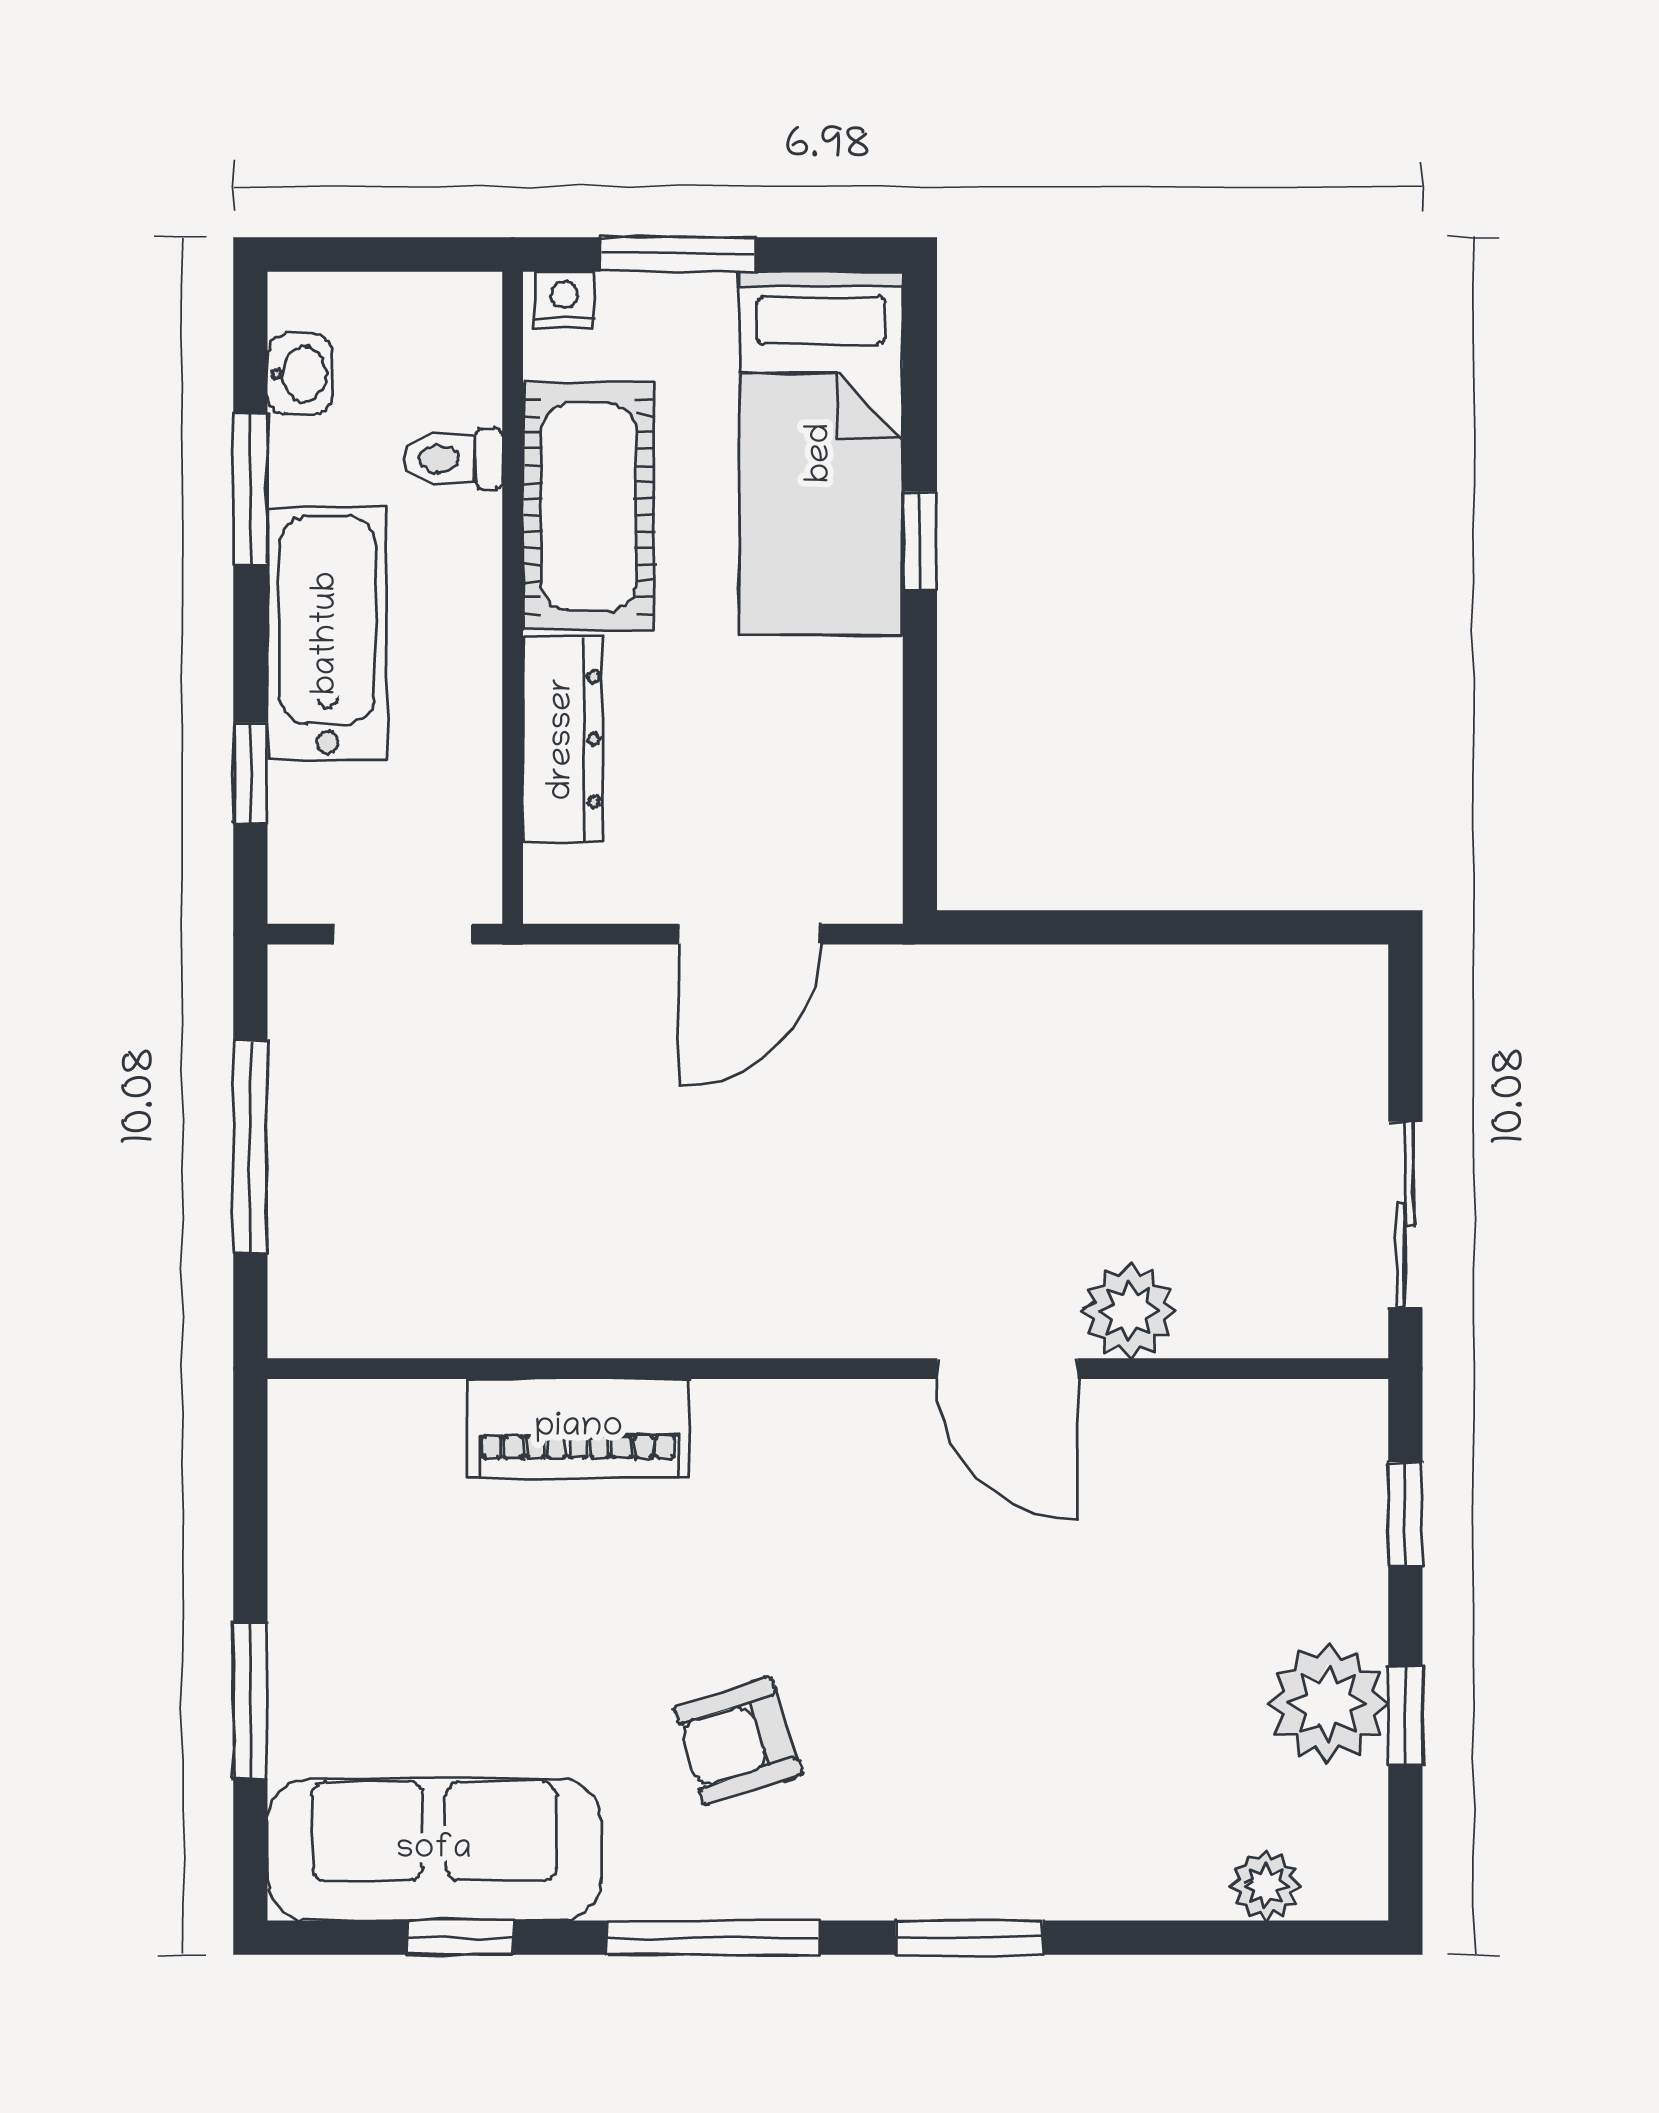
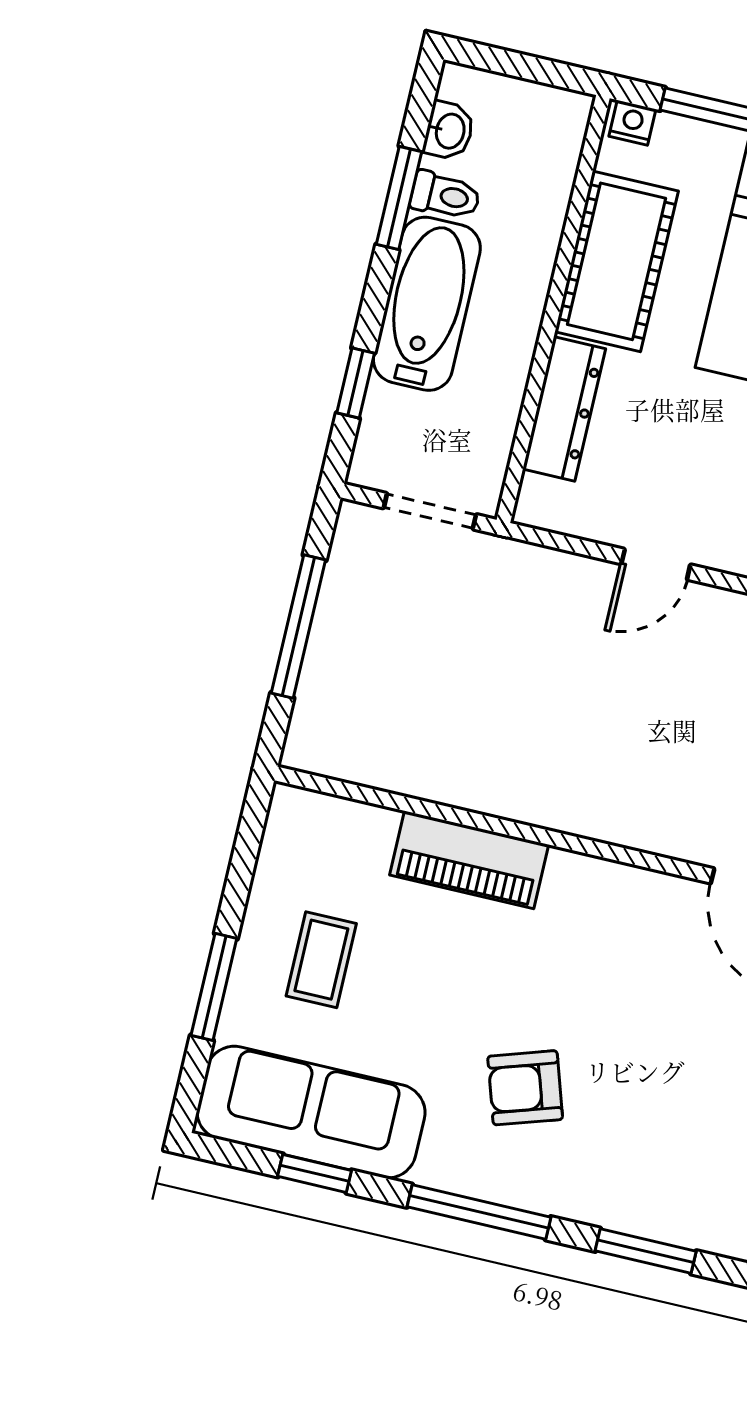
toilet: (453, 459) -> (445, 195), moved, turned 180
door: (749, 934) -> (656, 564), width x0.73
coffee table: (397, 1624) -> (321, 960), added

